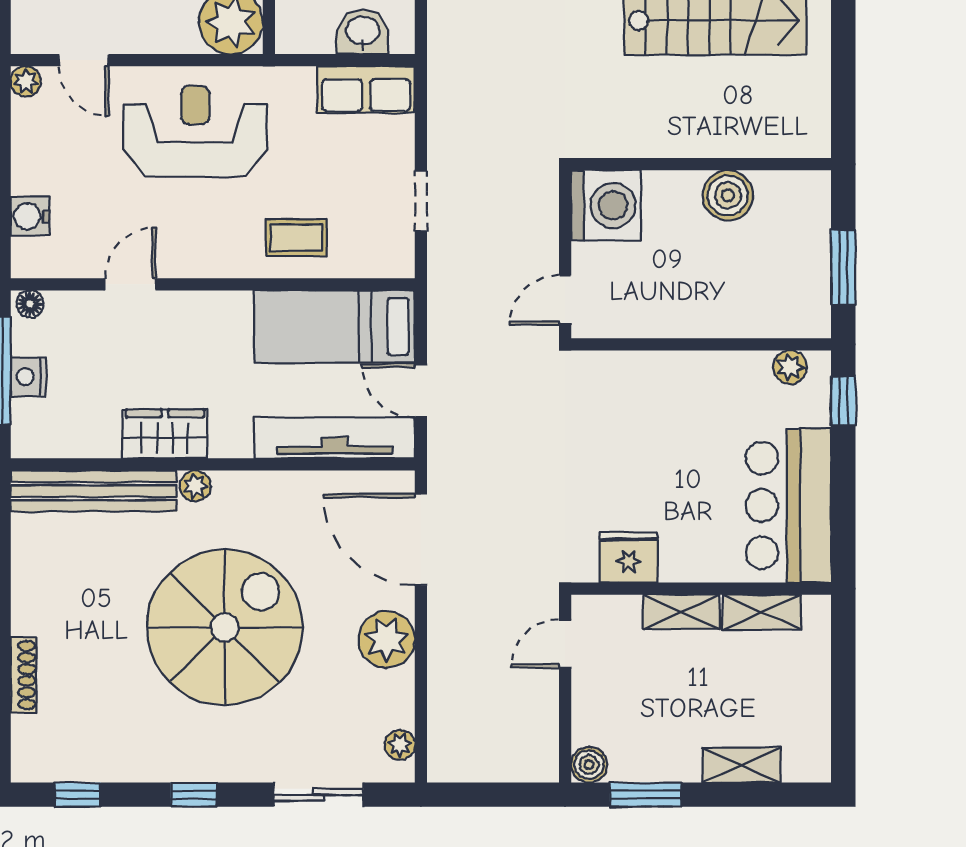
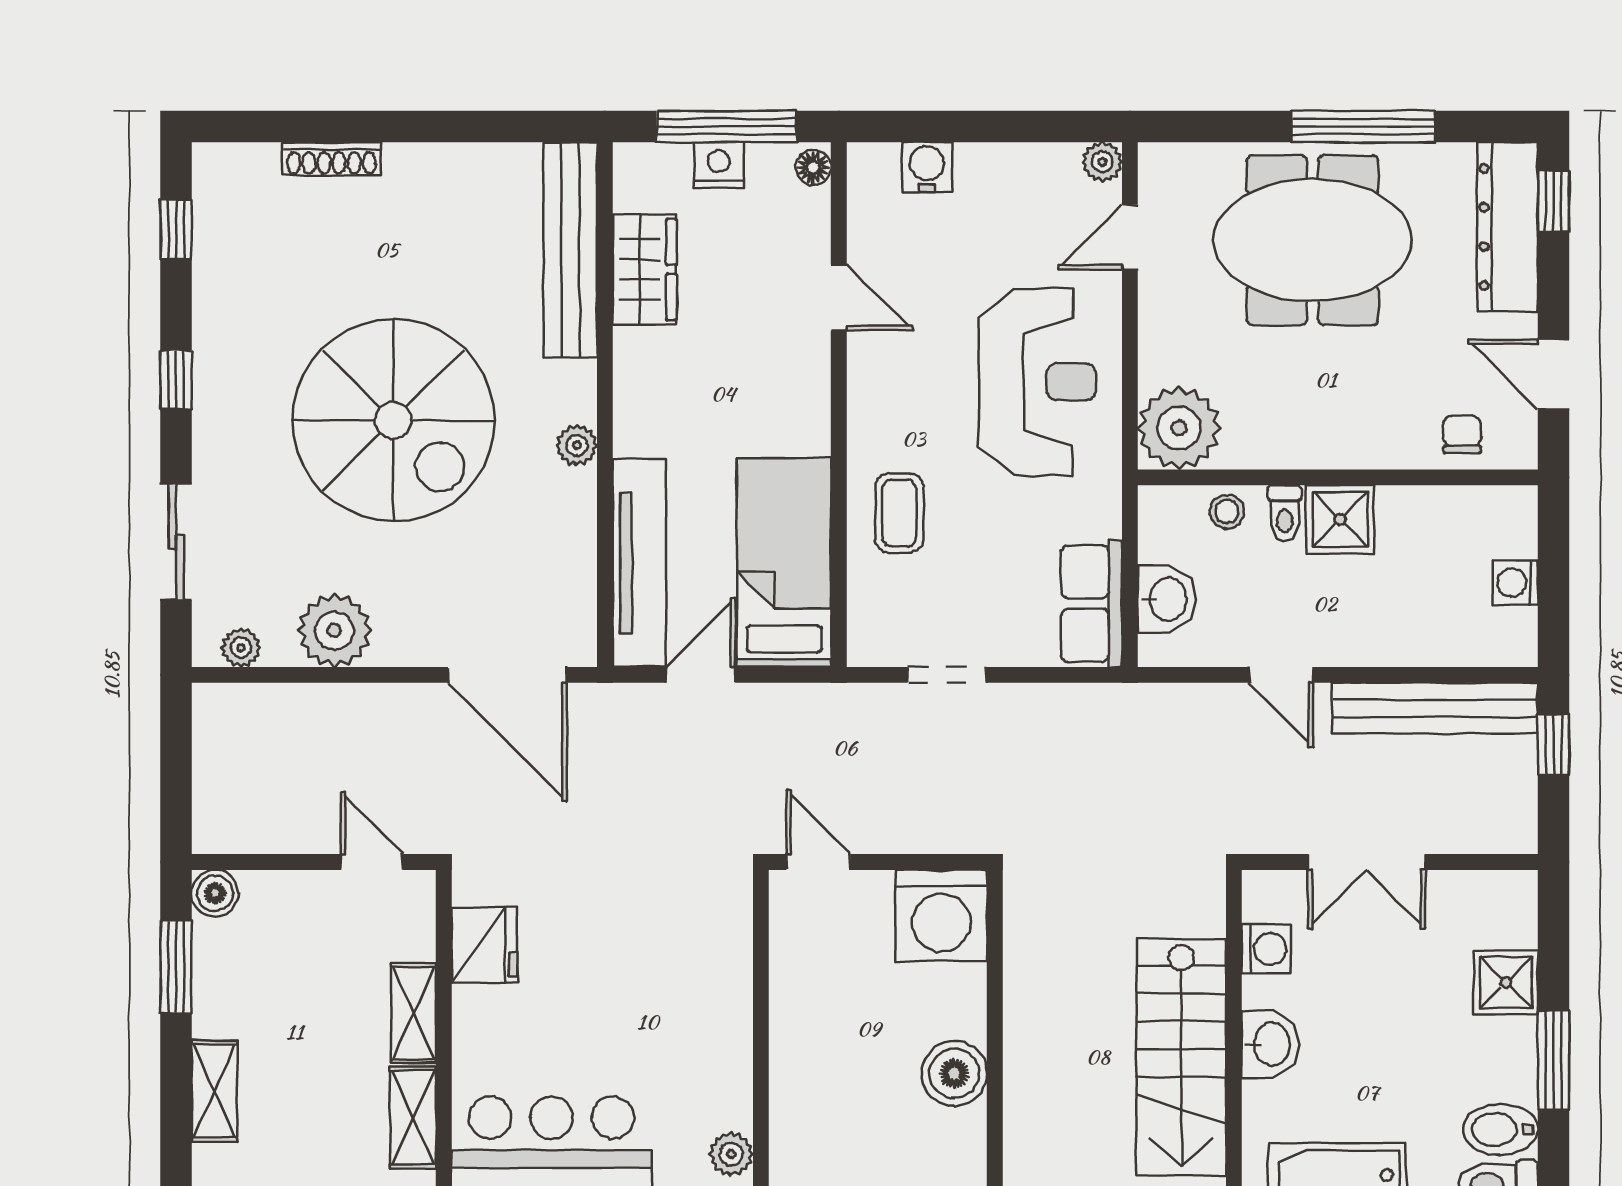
wardrobe: (165, 434) -> (645, 269), moved
plant: (195, 486) -> (577, 445), moved
door: (421, 540) -> (507, 675), swing flipped
plant: (387, 639) -> (334, 630), moved

